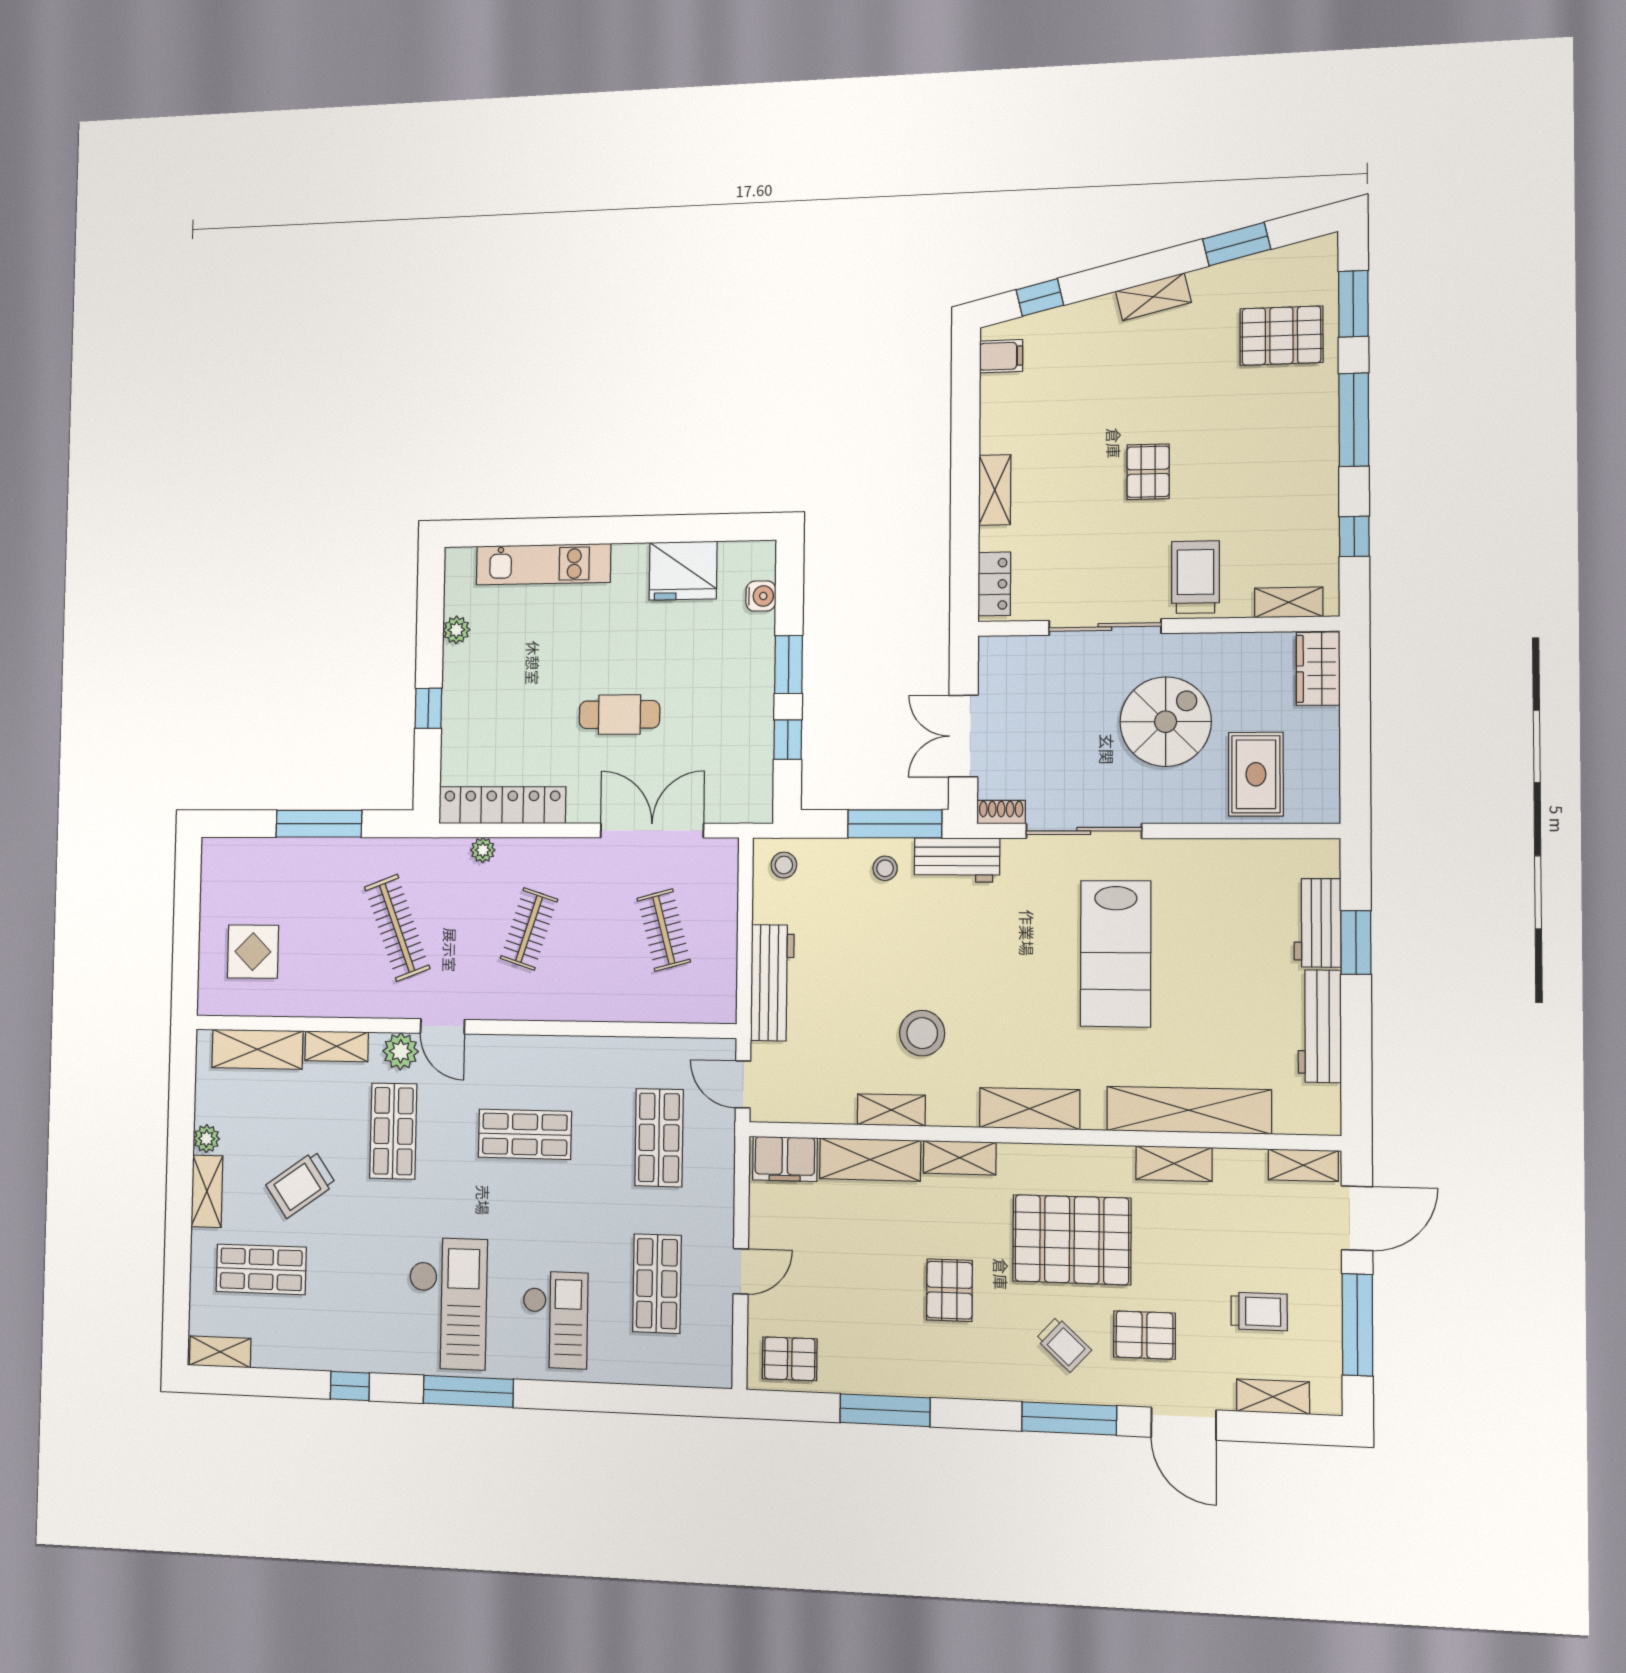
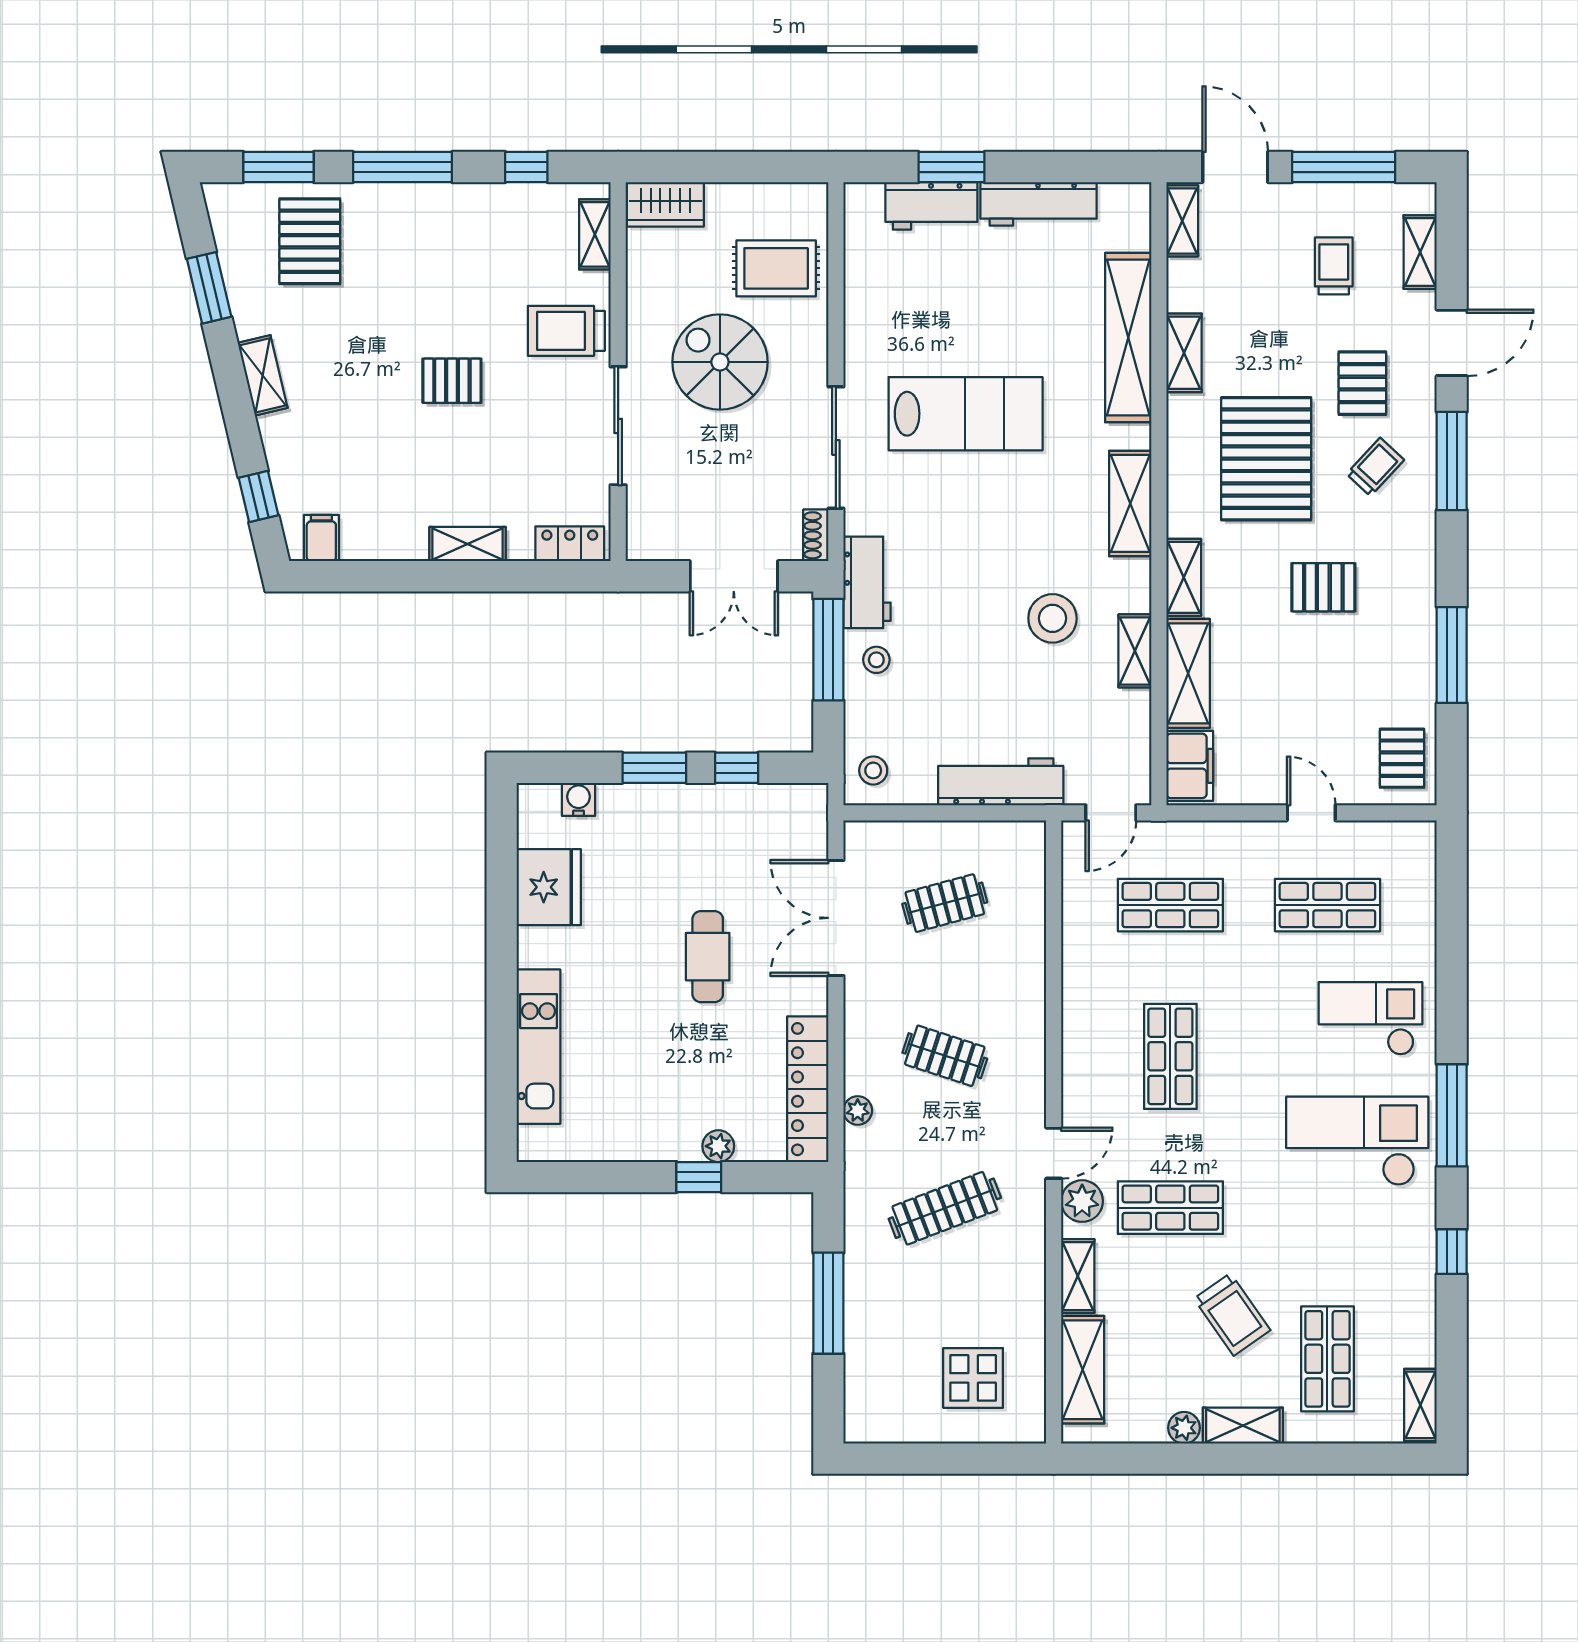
plant: (456, 630) -> (718, 1146), moved

